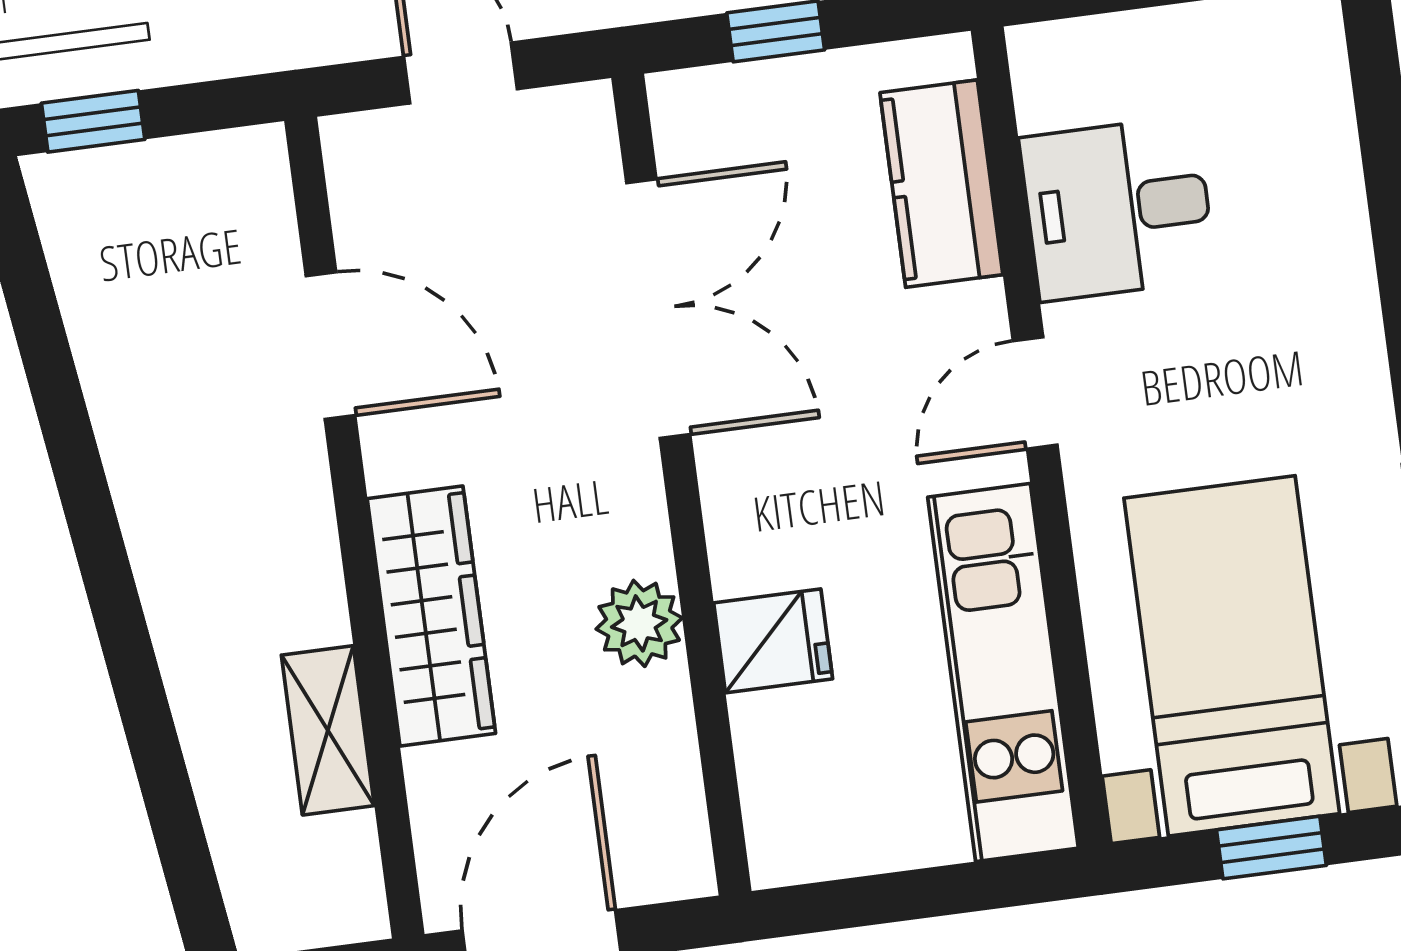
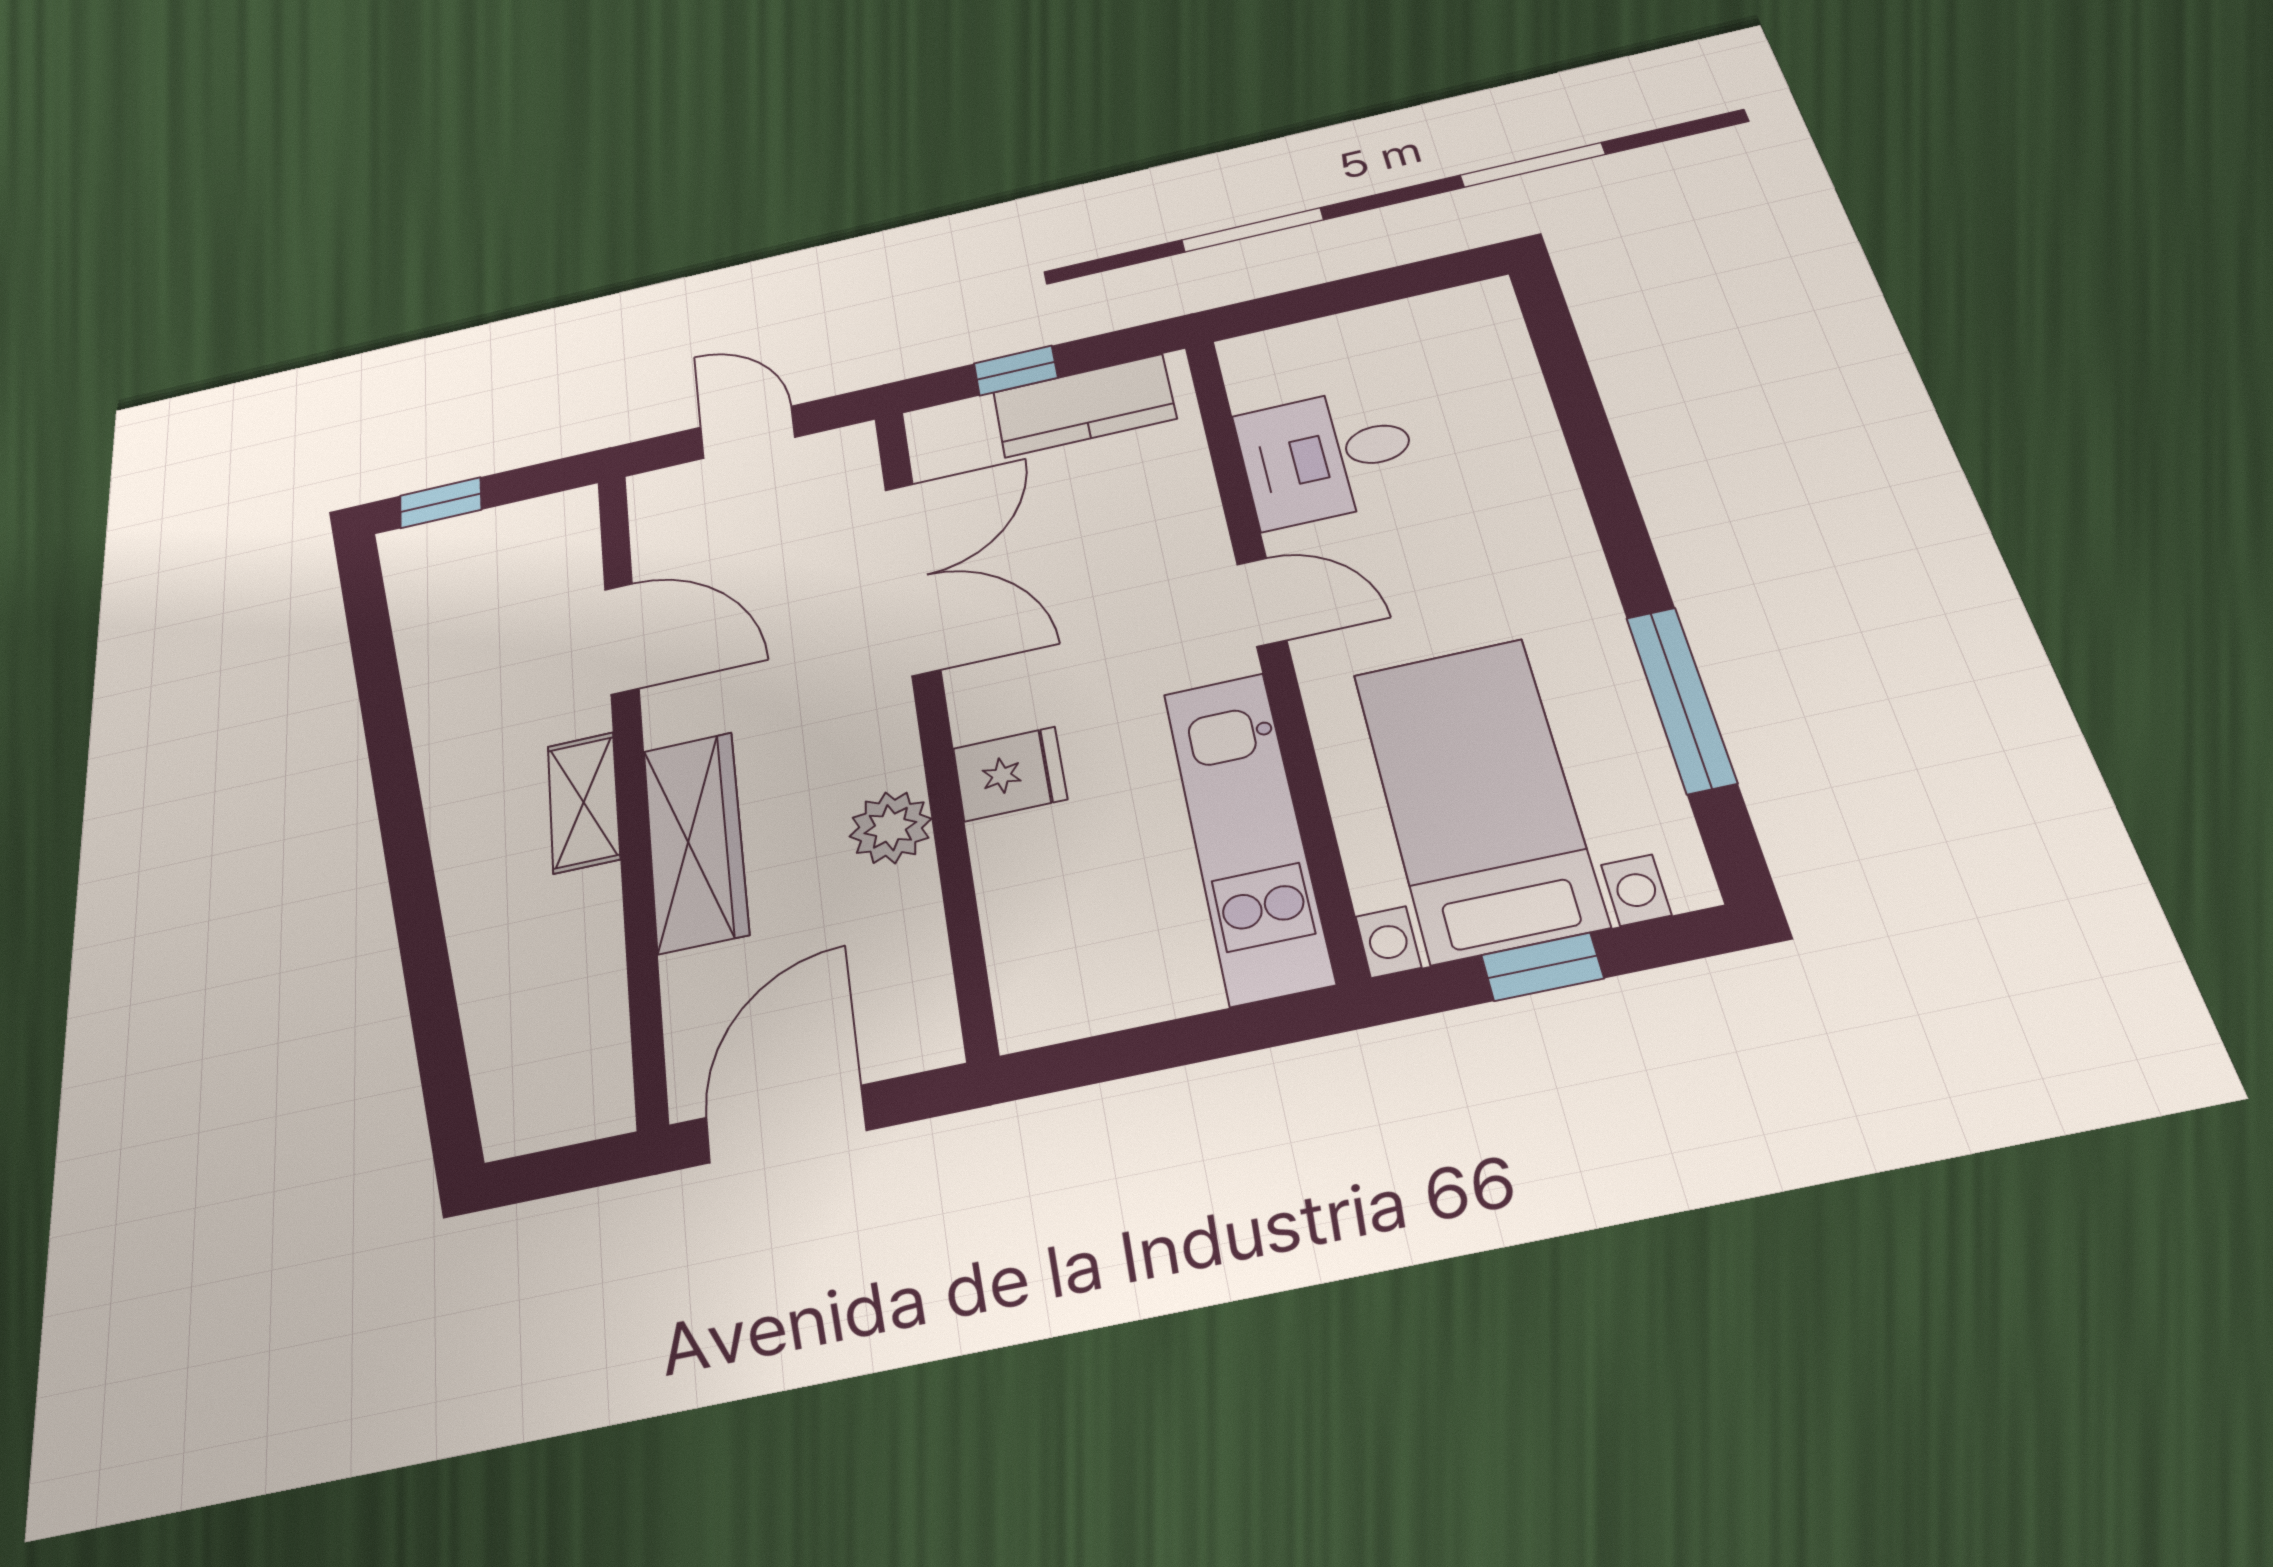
kitchen counter: (941, 184) -> (1084, 406), moved, turned -90
door: (1035, 393) -> (1262, 602), swing flipped
fridge: (773, 641) -> (1010, 774), moved
shelving: (328, 730) -> (584, 802), moved

